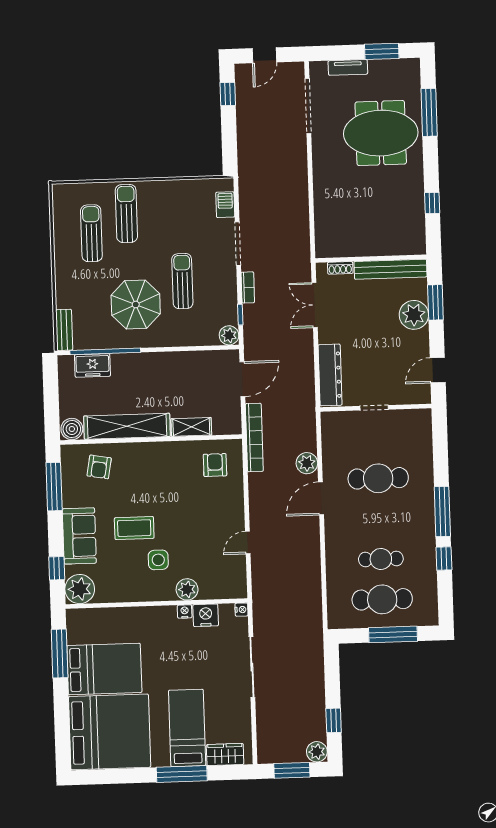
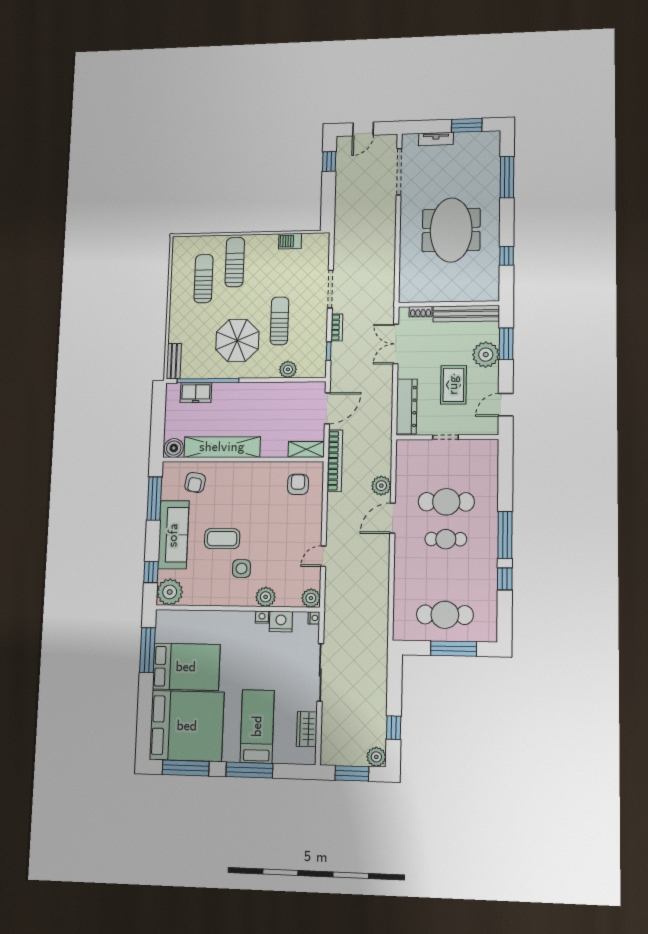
meeting table: (381, 133) -> (451, 230), moved, turned 90
barbecue: (225, 205) -> (290, 241), moved, turned -90
plant: (229, 335) -> (288, 369), moved
rug: (380, 349) -> (453, 385), added
shelving: (191, 427) -> (306, 449), moved
sofa: (79, 536) -> (173, 535), width x1.36
cafe table: (381, 559) -> (446, 539), moved
plant: (237, 588) -> (311, 598), added
wardrobe: (225, 754) -> (307, 729), moved, turned -90
window: (112, 776) -> (186, 768), added

